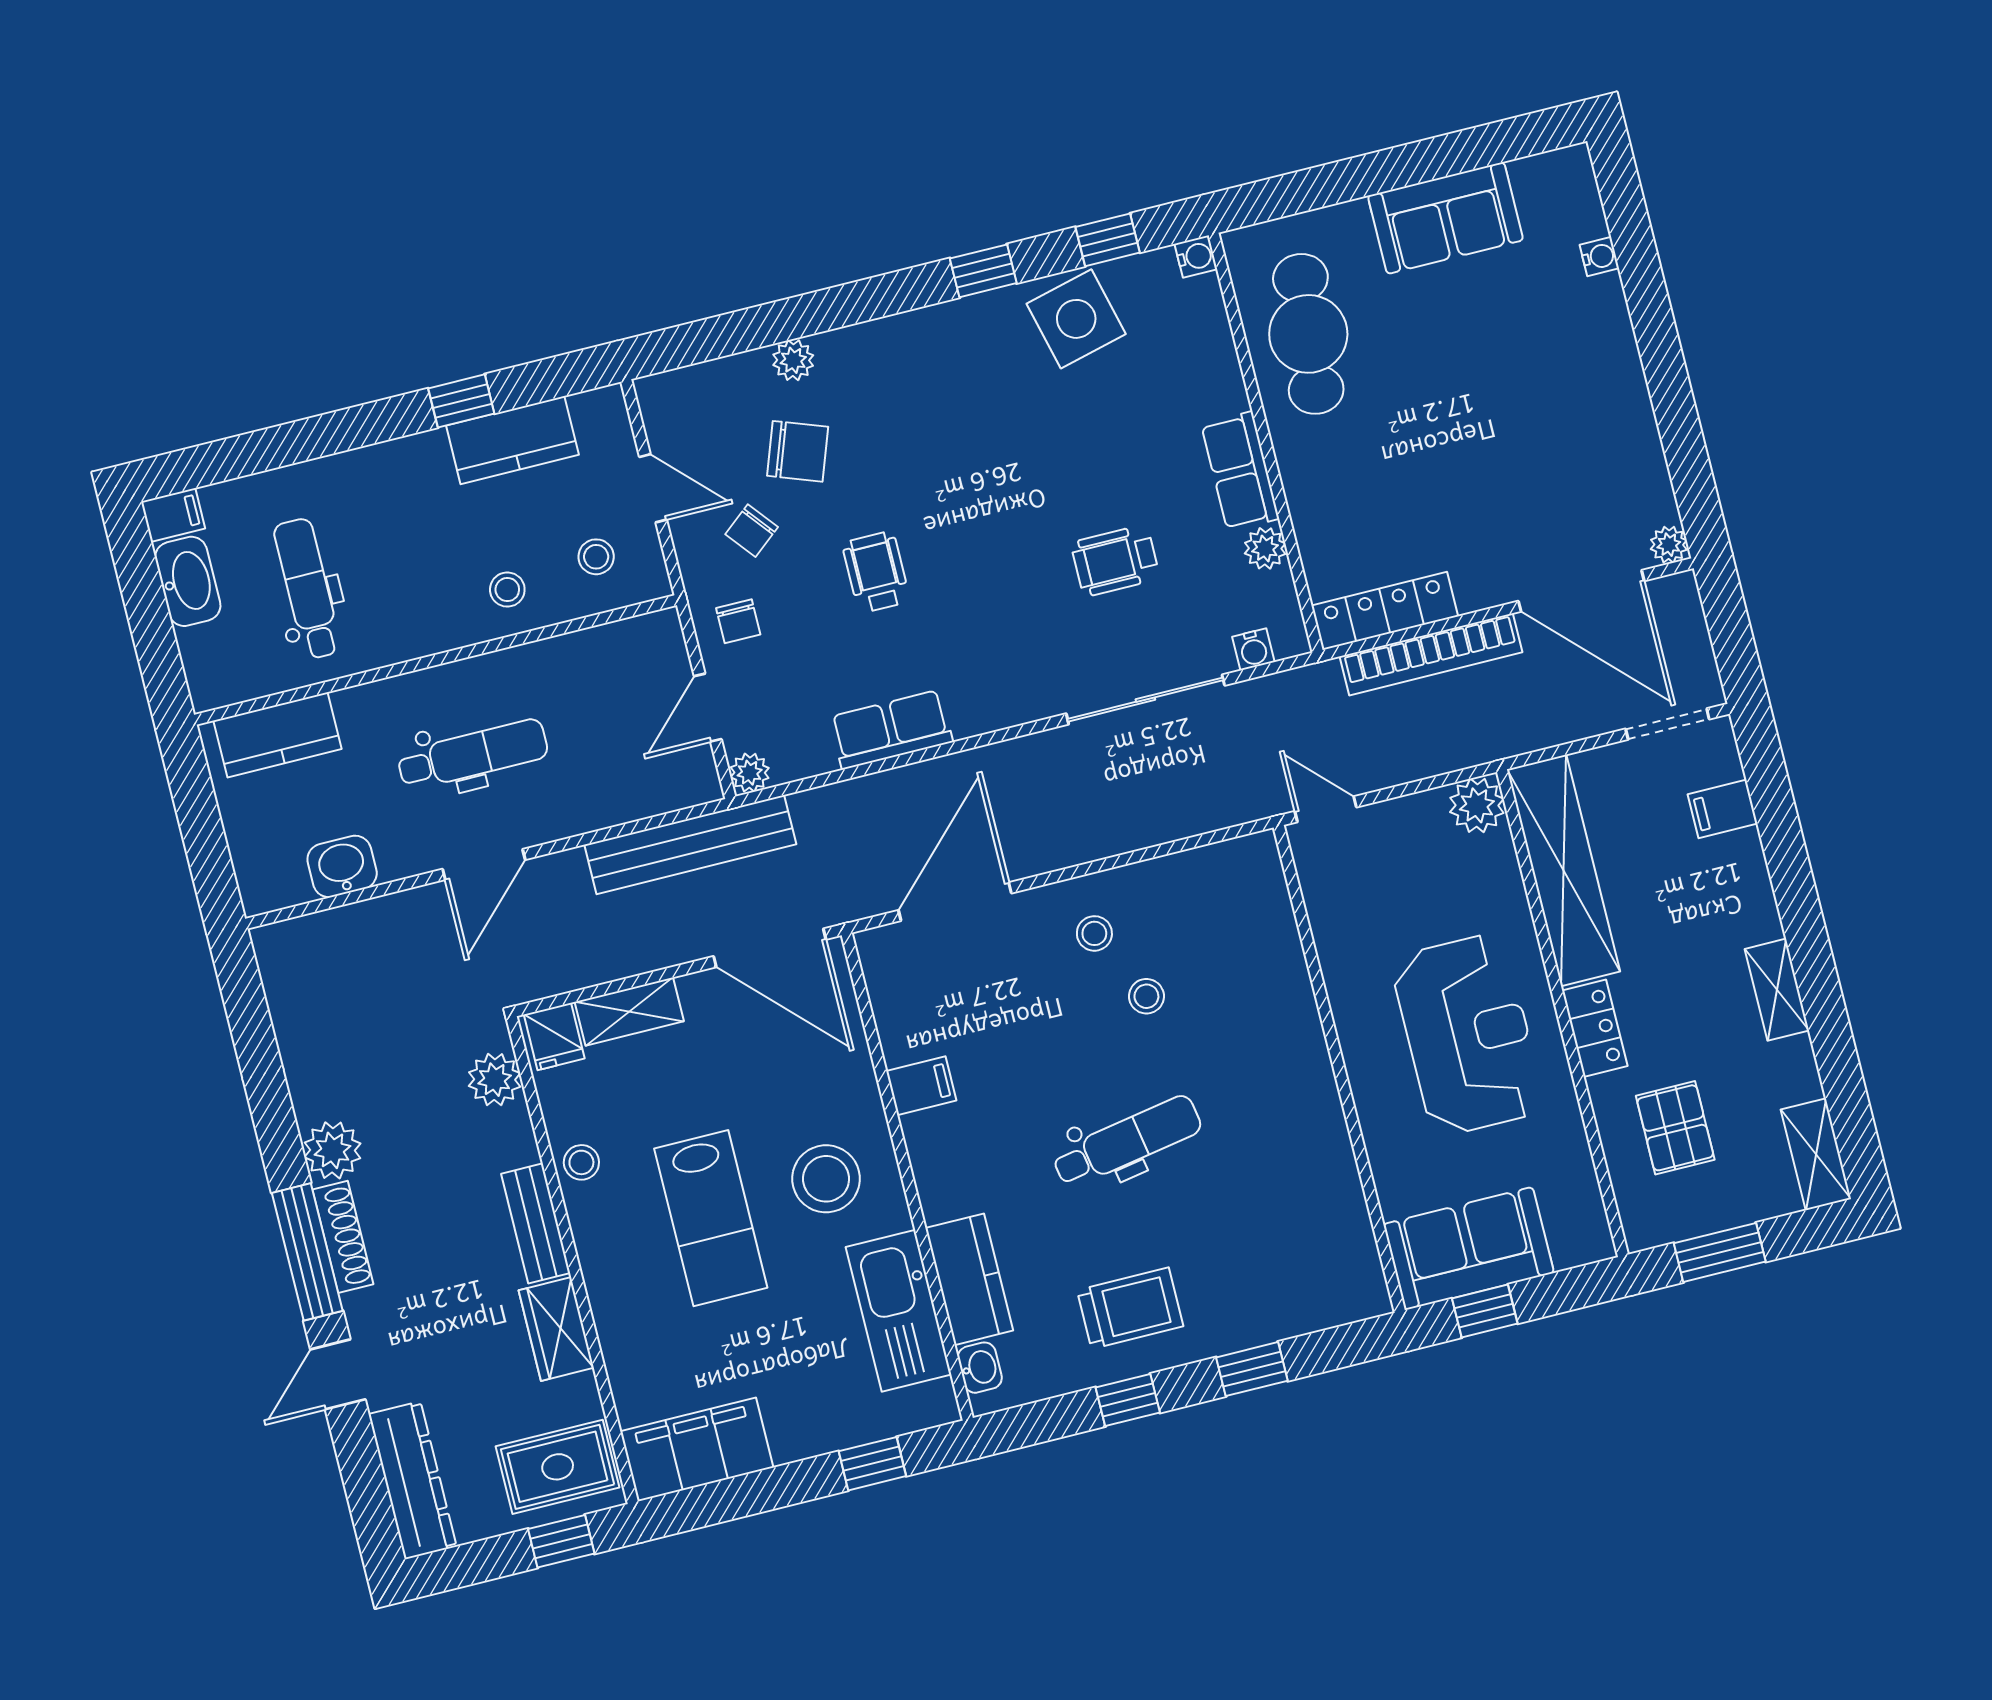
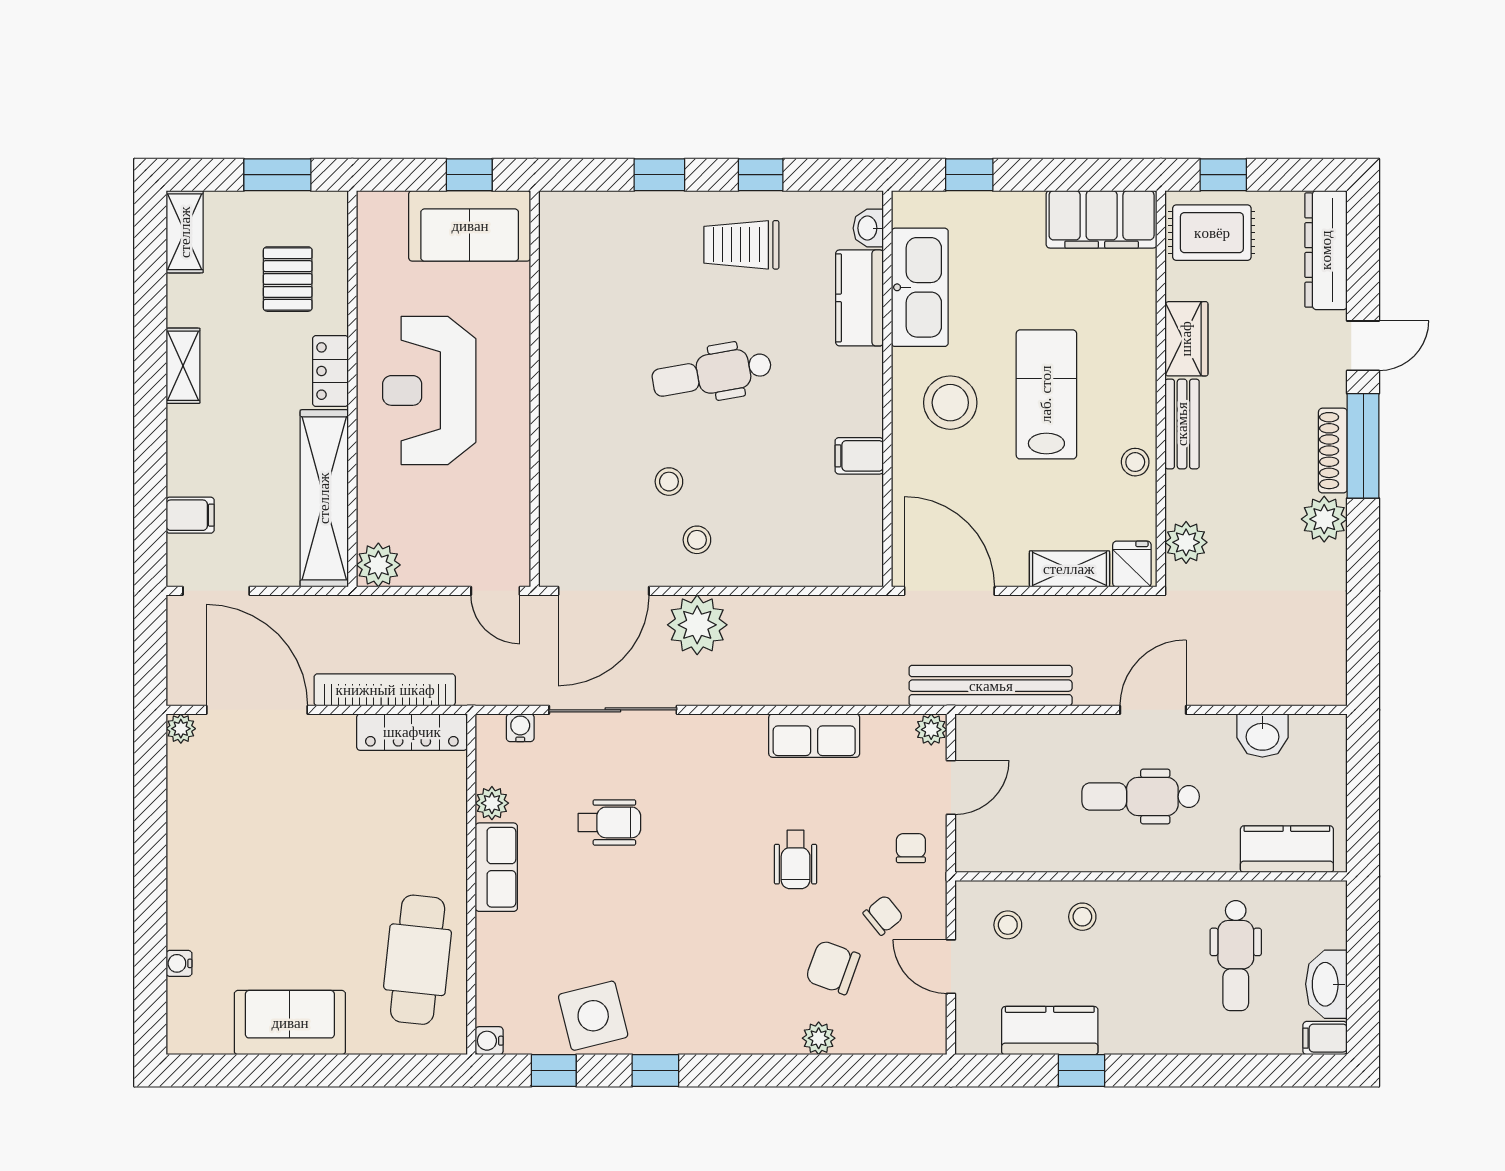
plant: (1068, 829) -> (697, 625), added
door: (955, 902) -> (604, 591), moved

